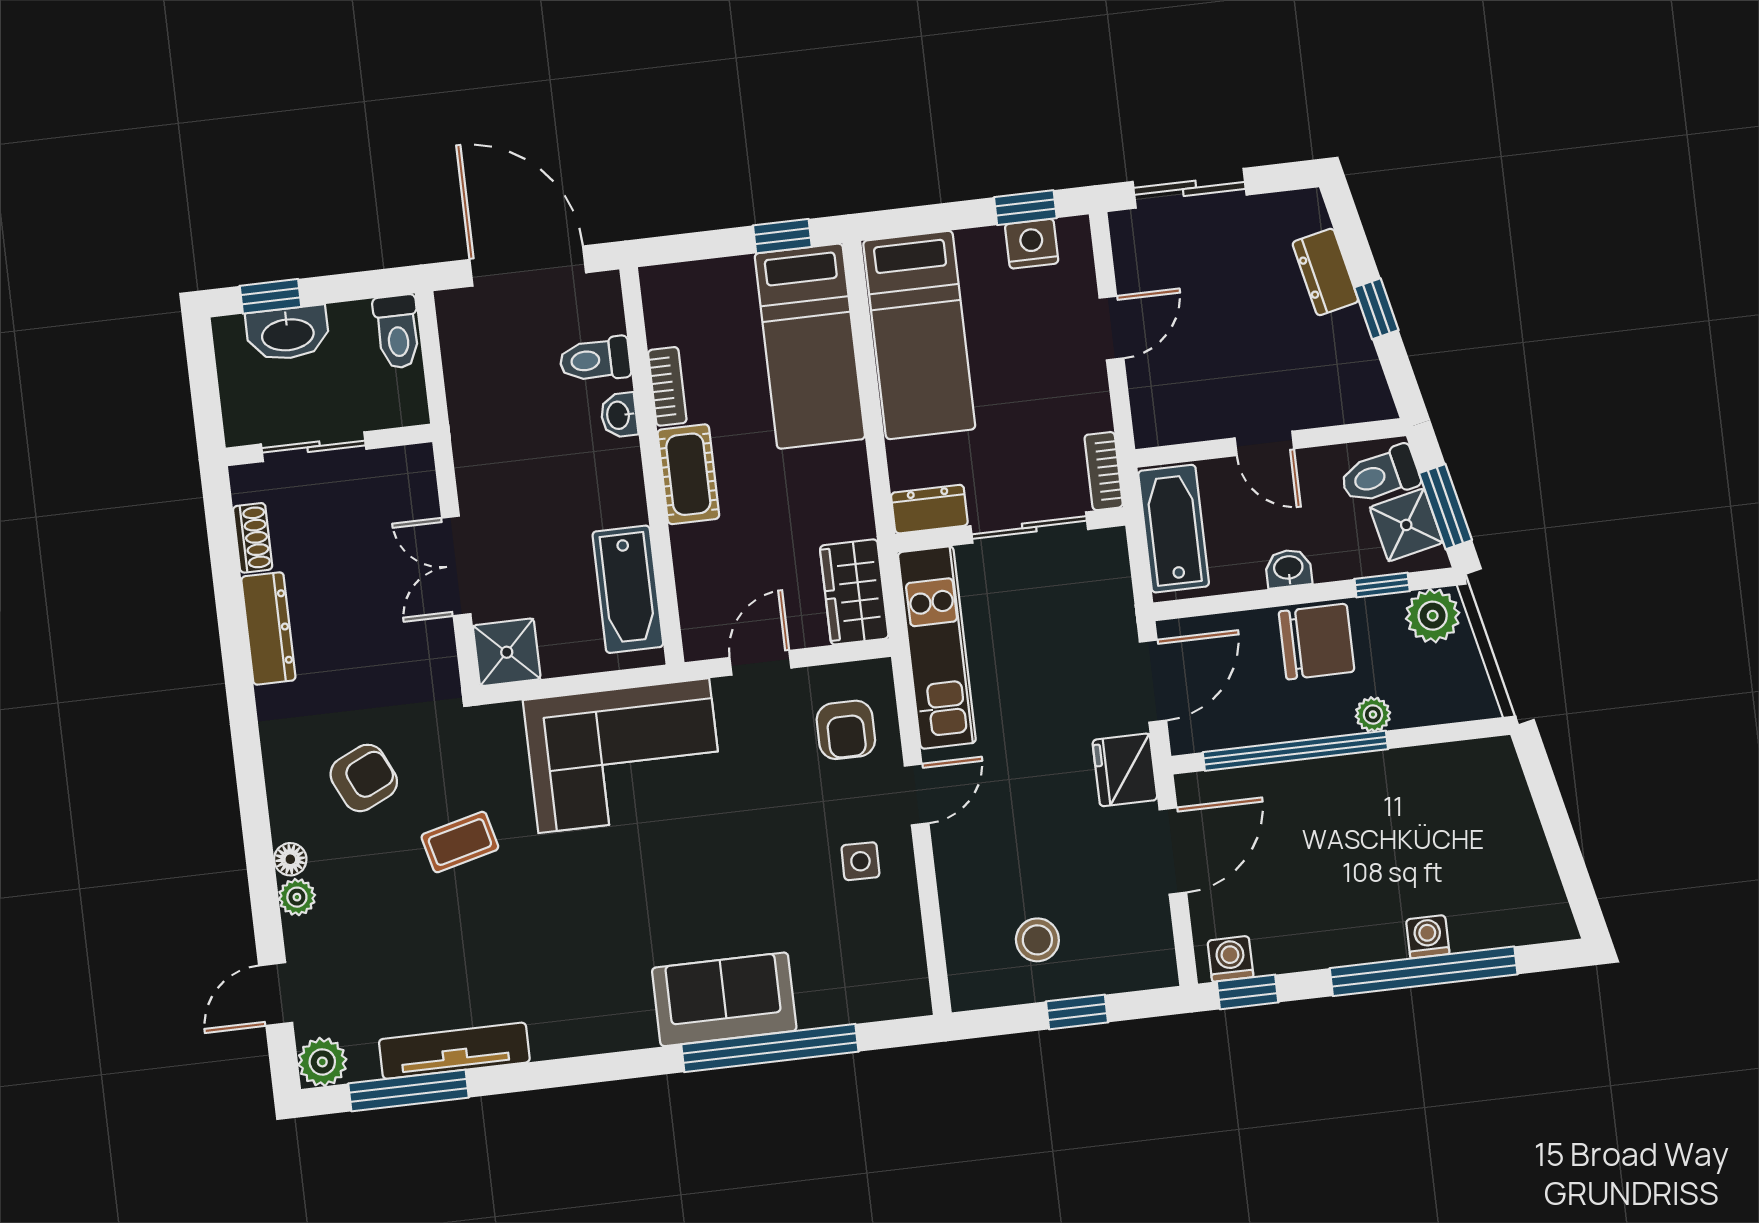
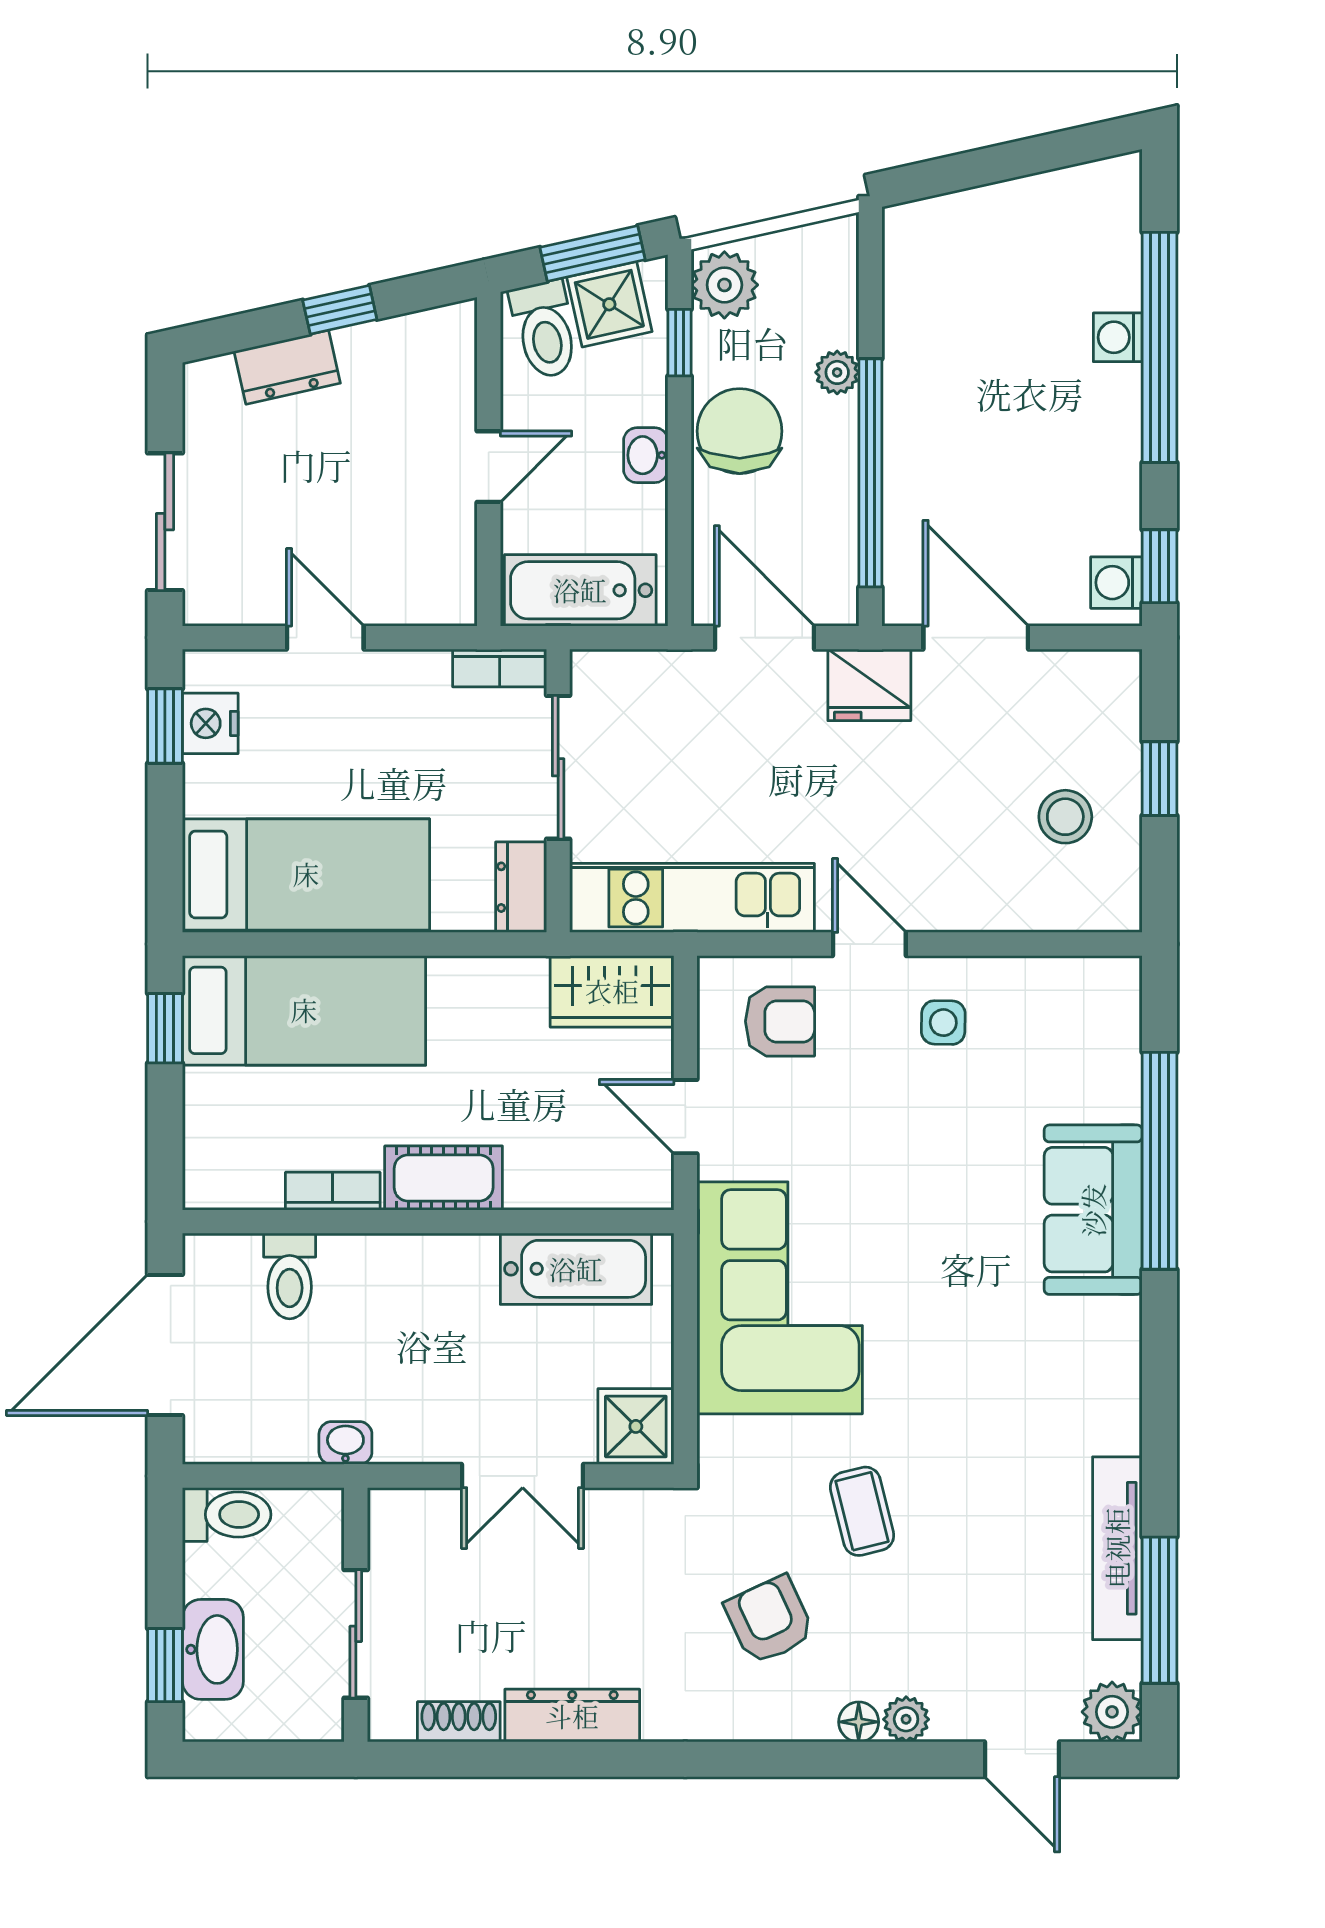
washbasin: (619, 415) -> (345, 1443), moved, turned 180

